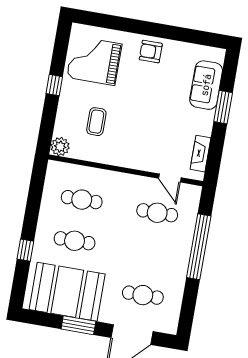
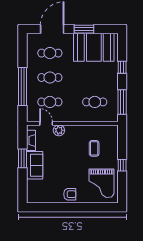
grand piano: (94, 61) -> (102, 183), turned 90
sofa: (206, 85) -> (35, 165), moved
window: (223, 107) -> (23, 158), moved
plant: (60, 147) -> (59, 130), moved
window: (36, 192) -> (122, 102), added
cafe table: (75, 241) -> (50, 77), moved

